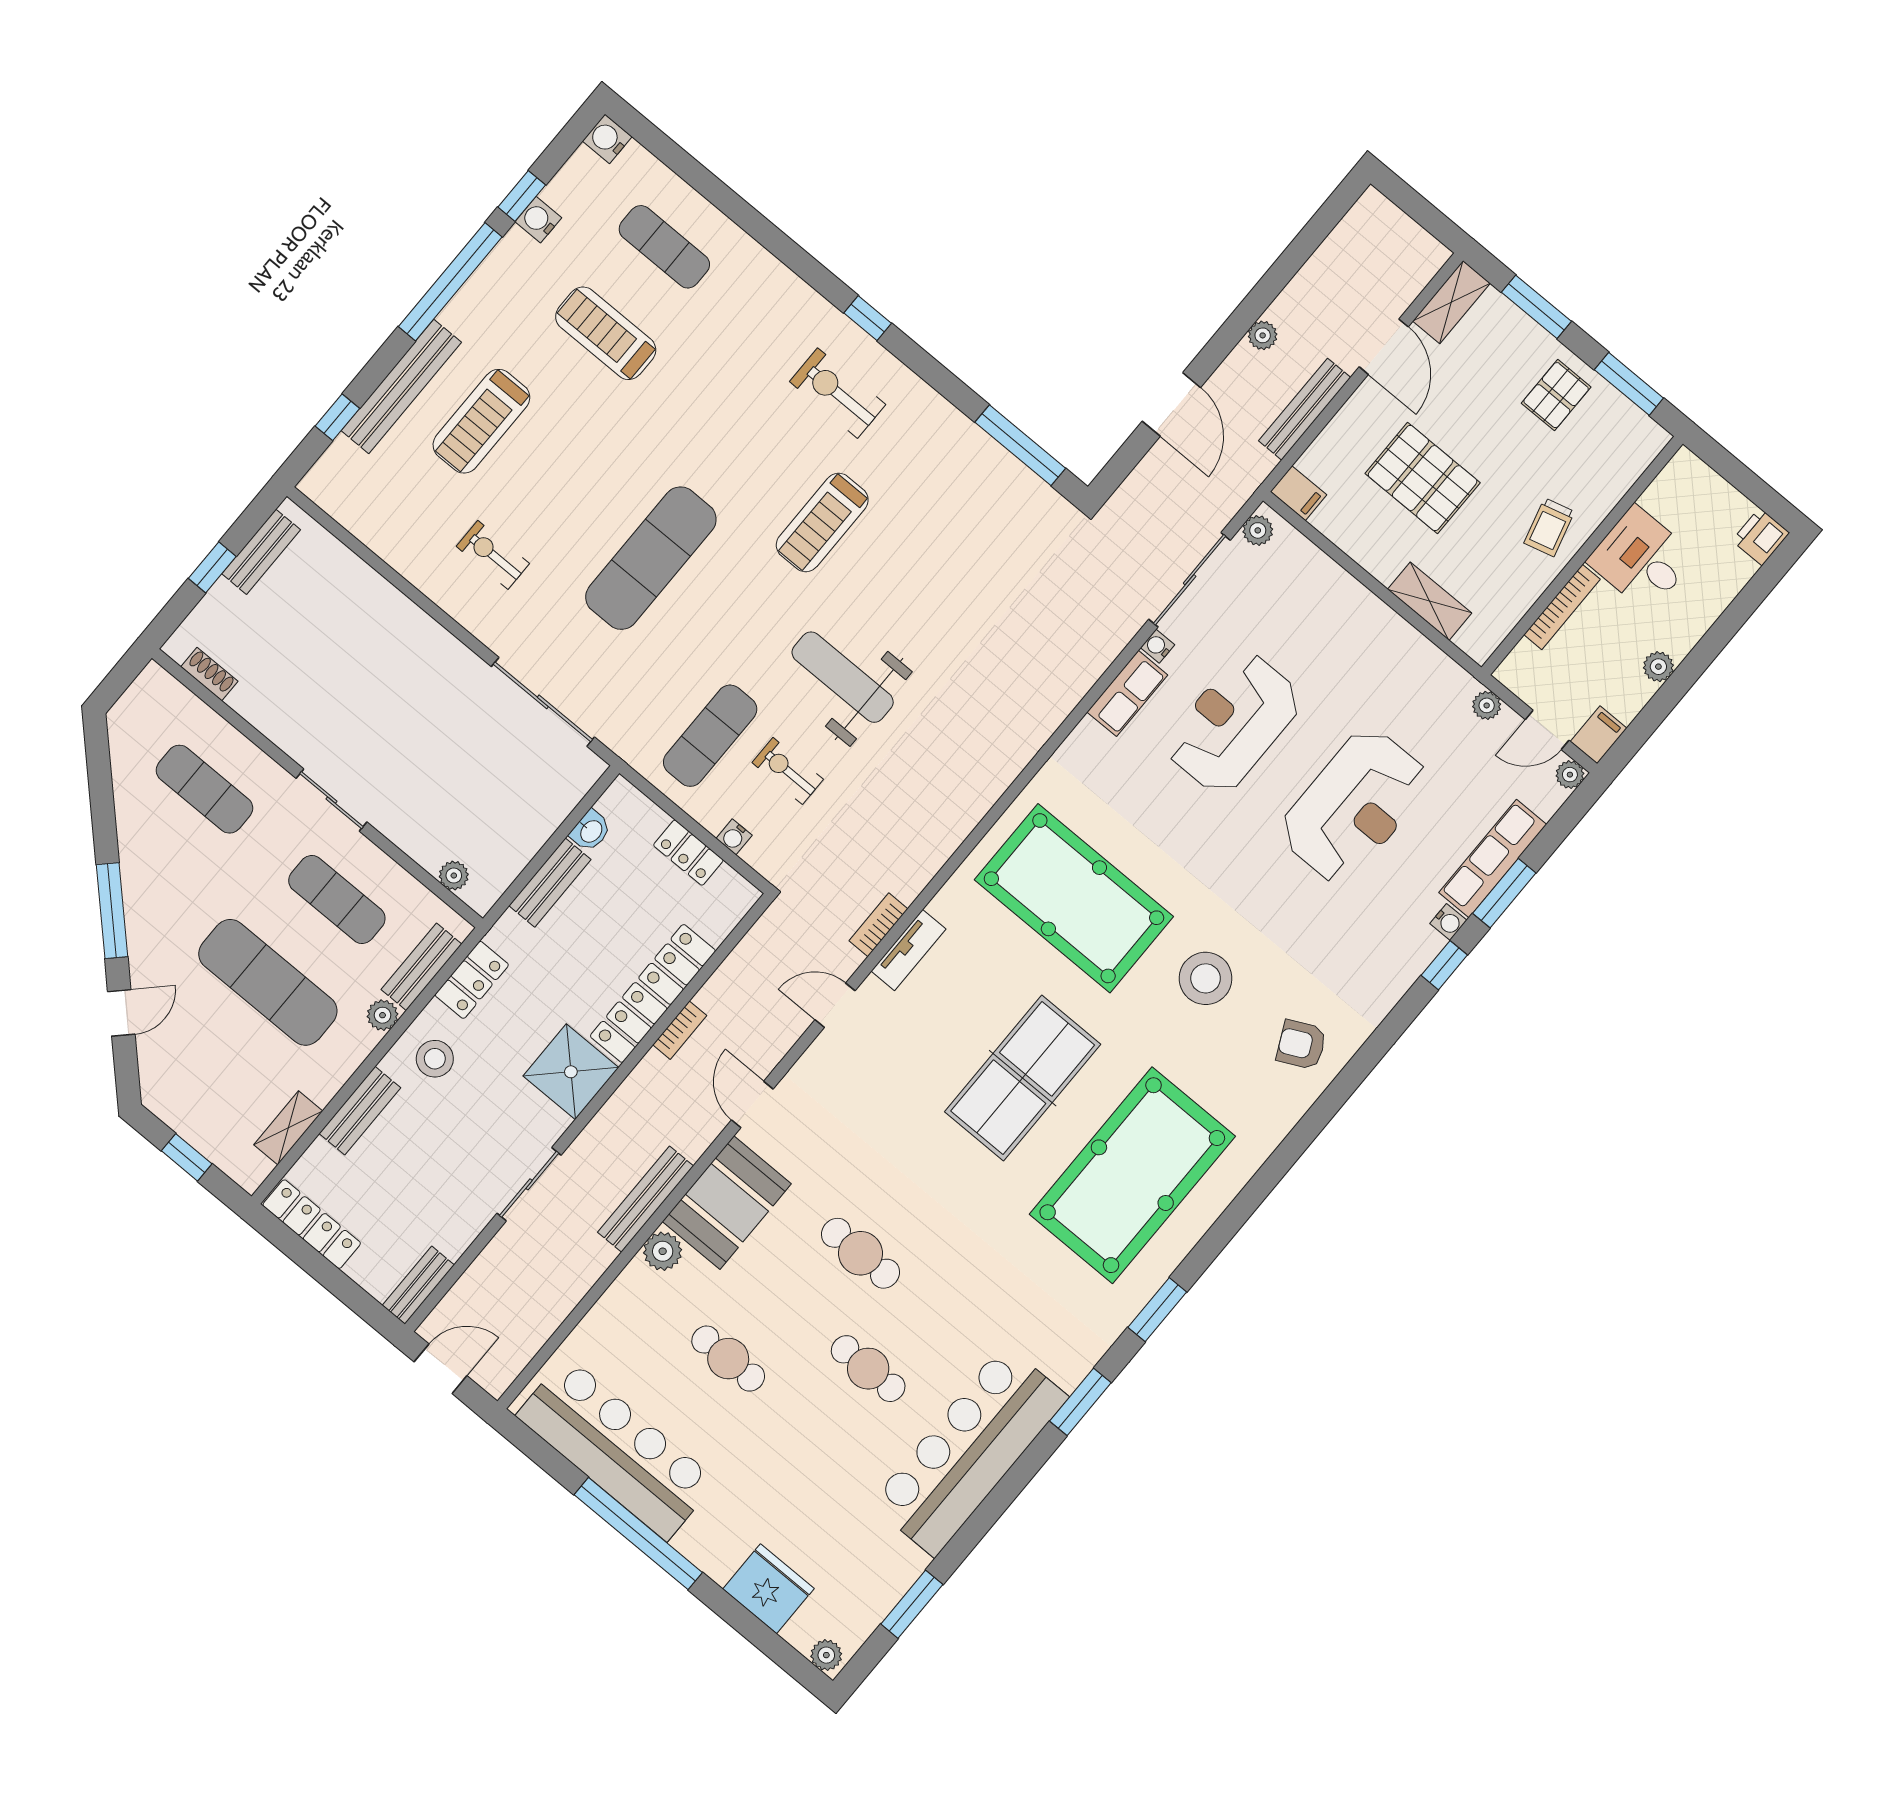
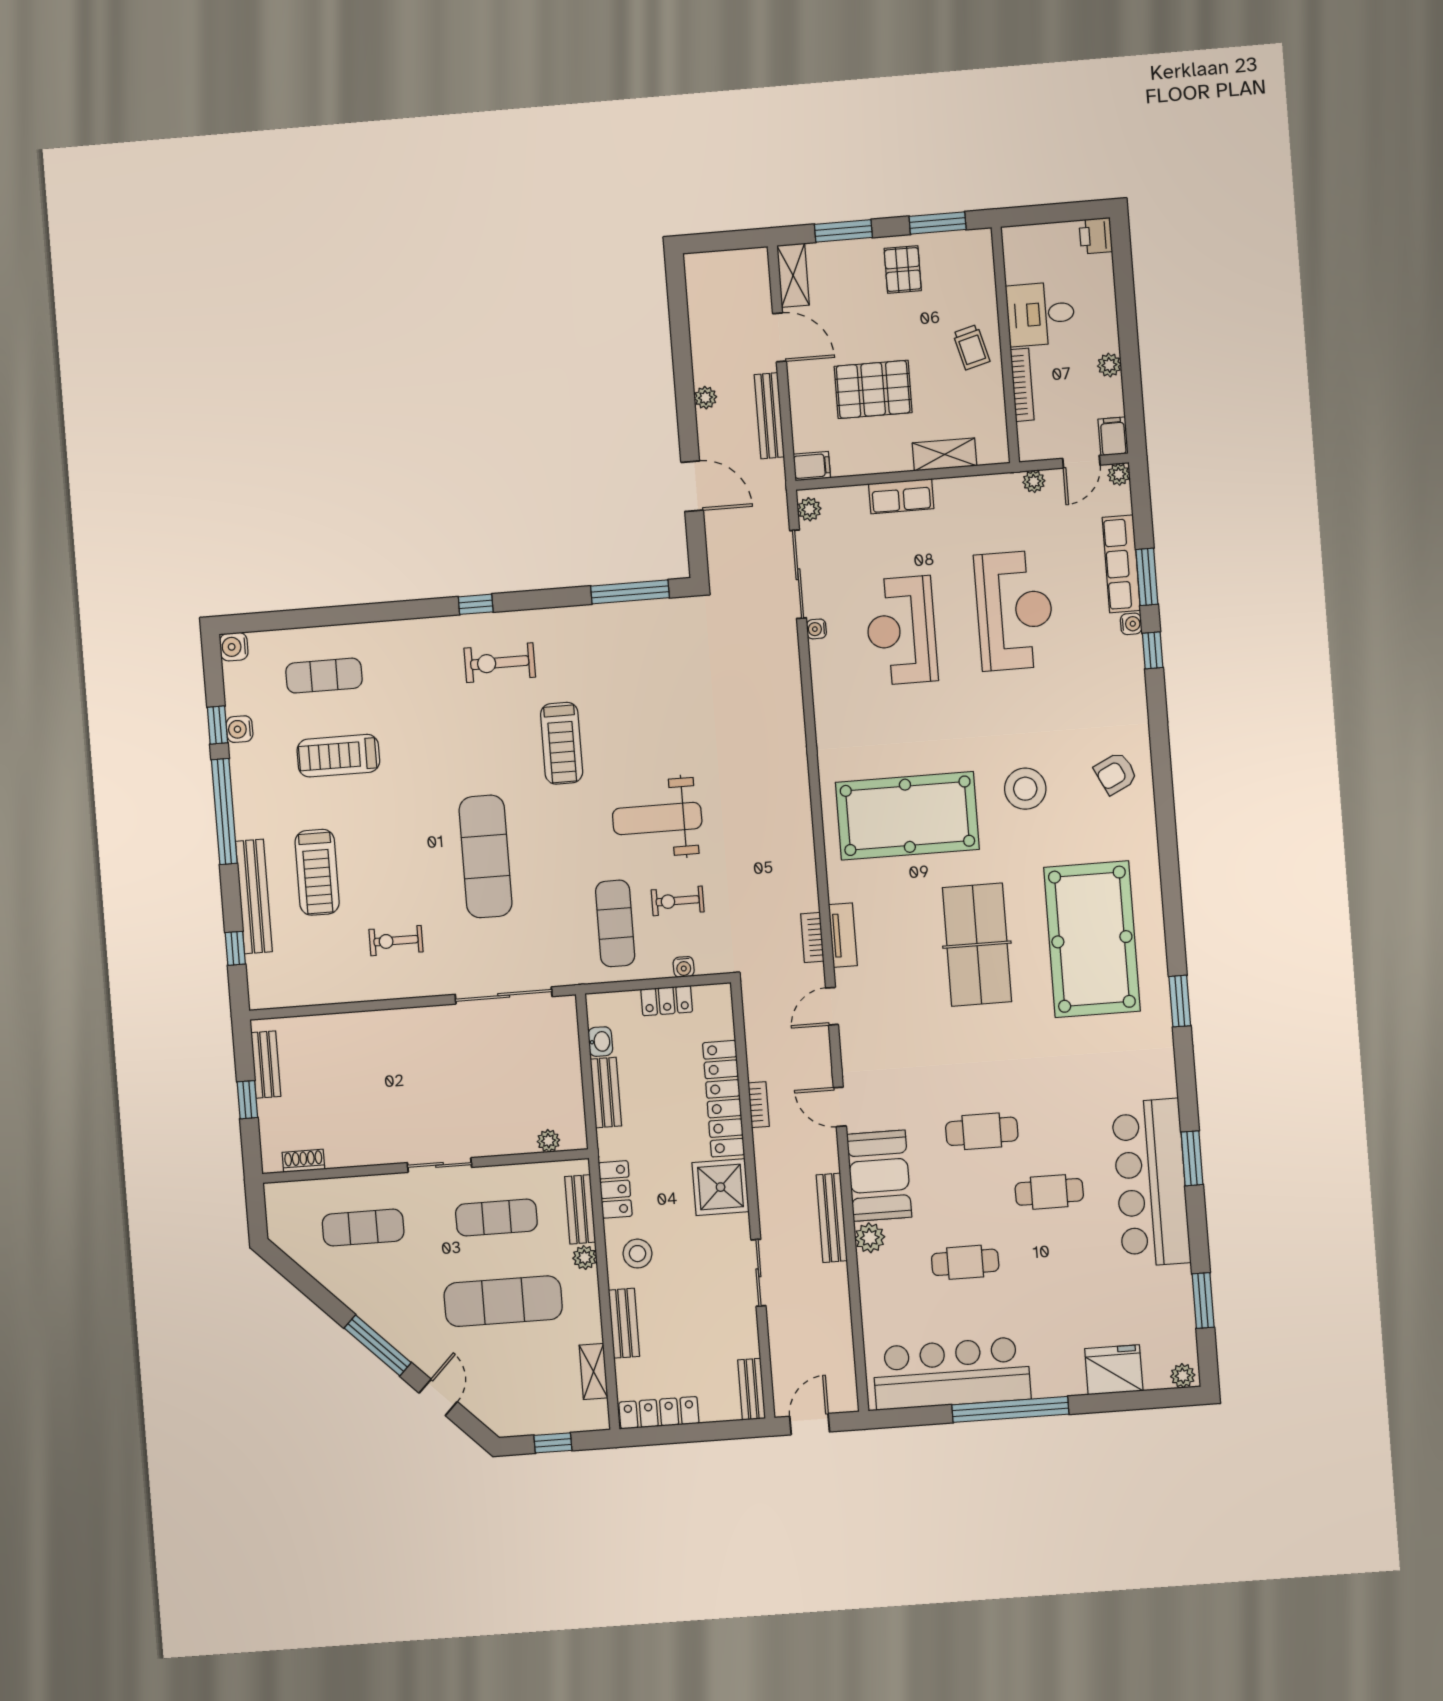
row of seats: (1127, 693) -> (901, 496), moved, turned 90
window: (1080, 1402) -> (1192, 1158), moved

